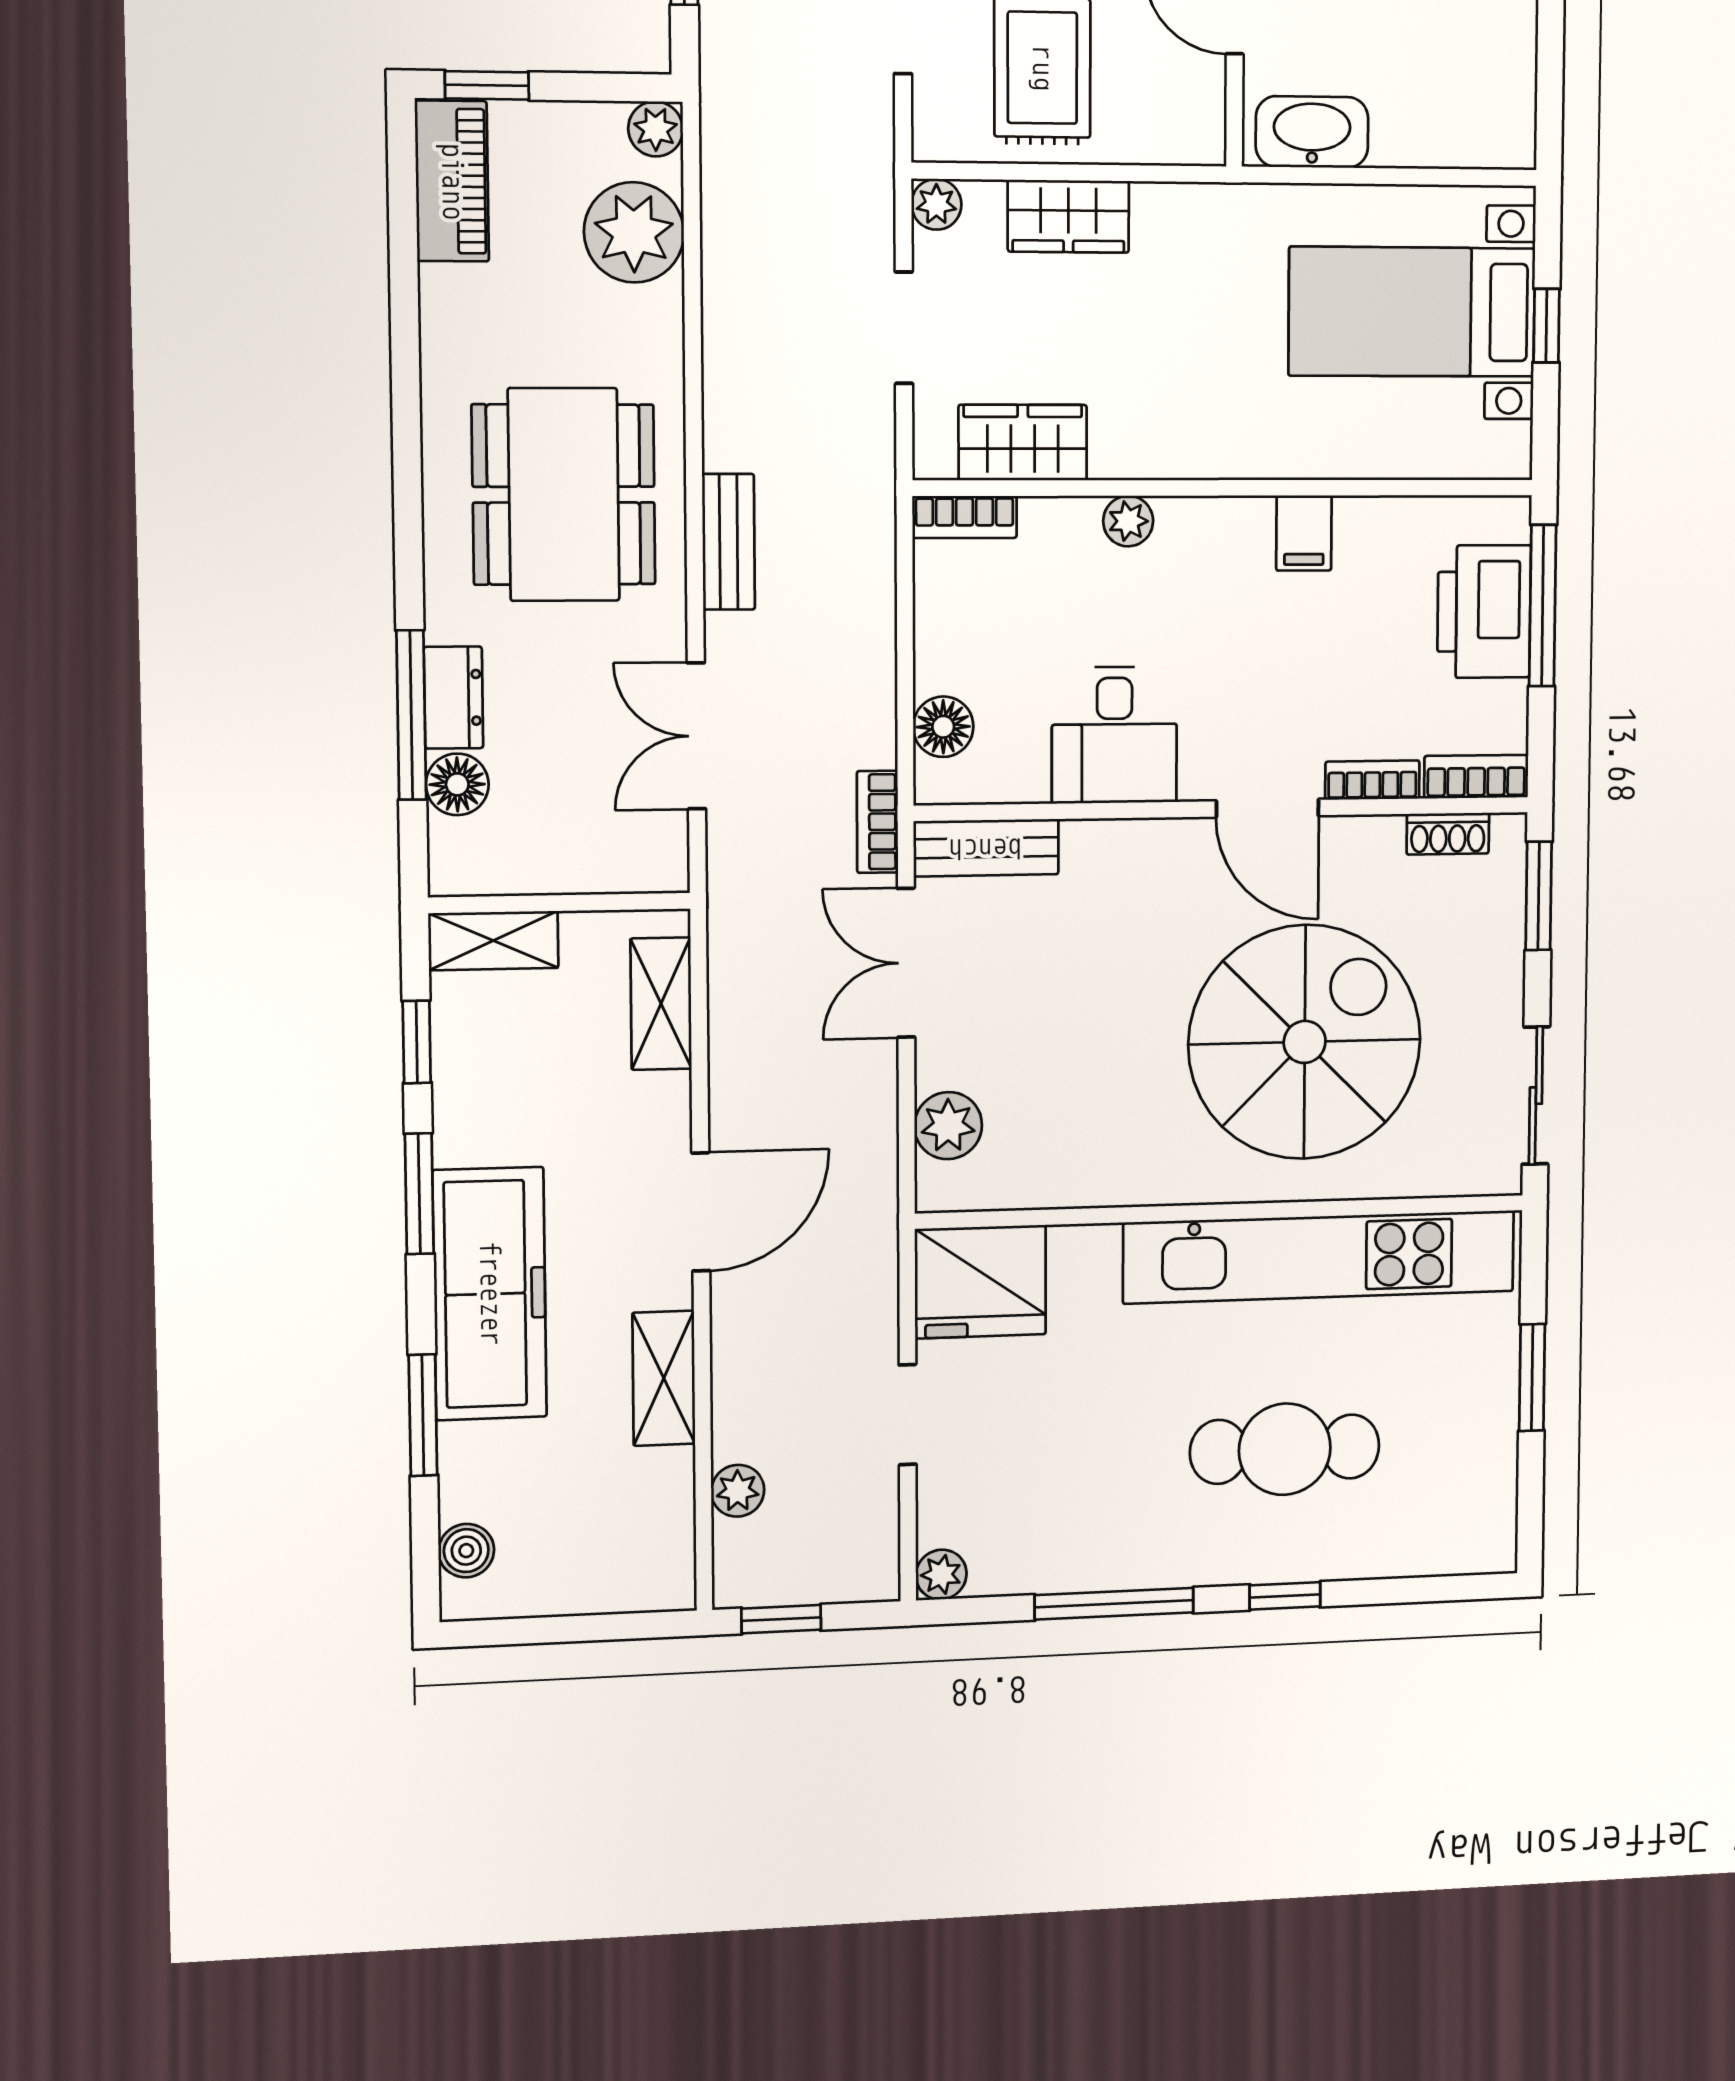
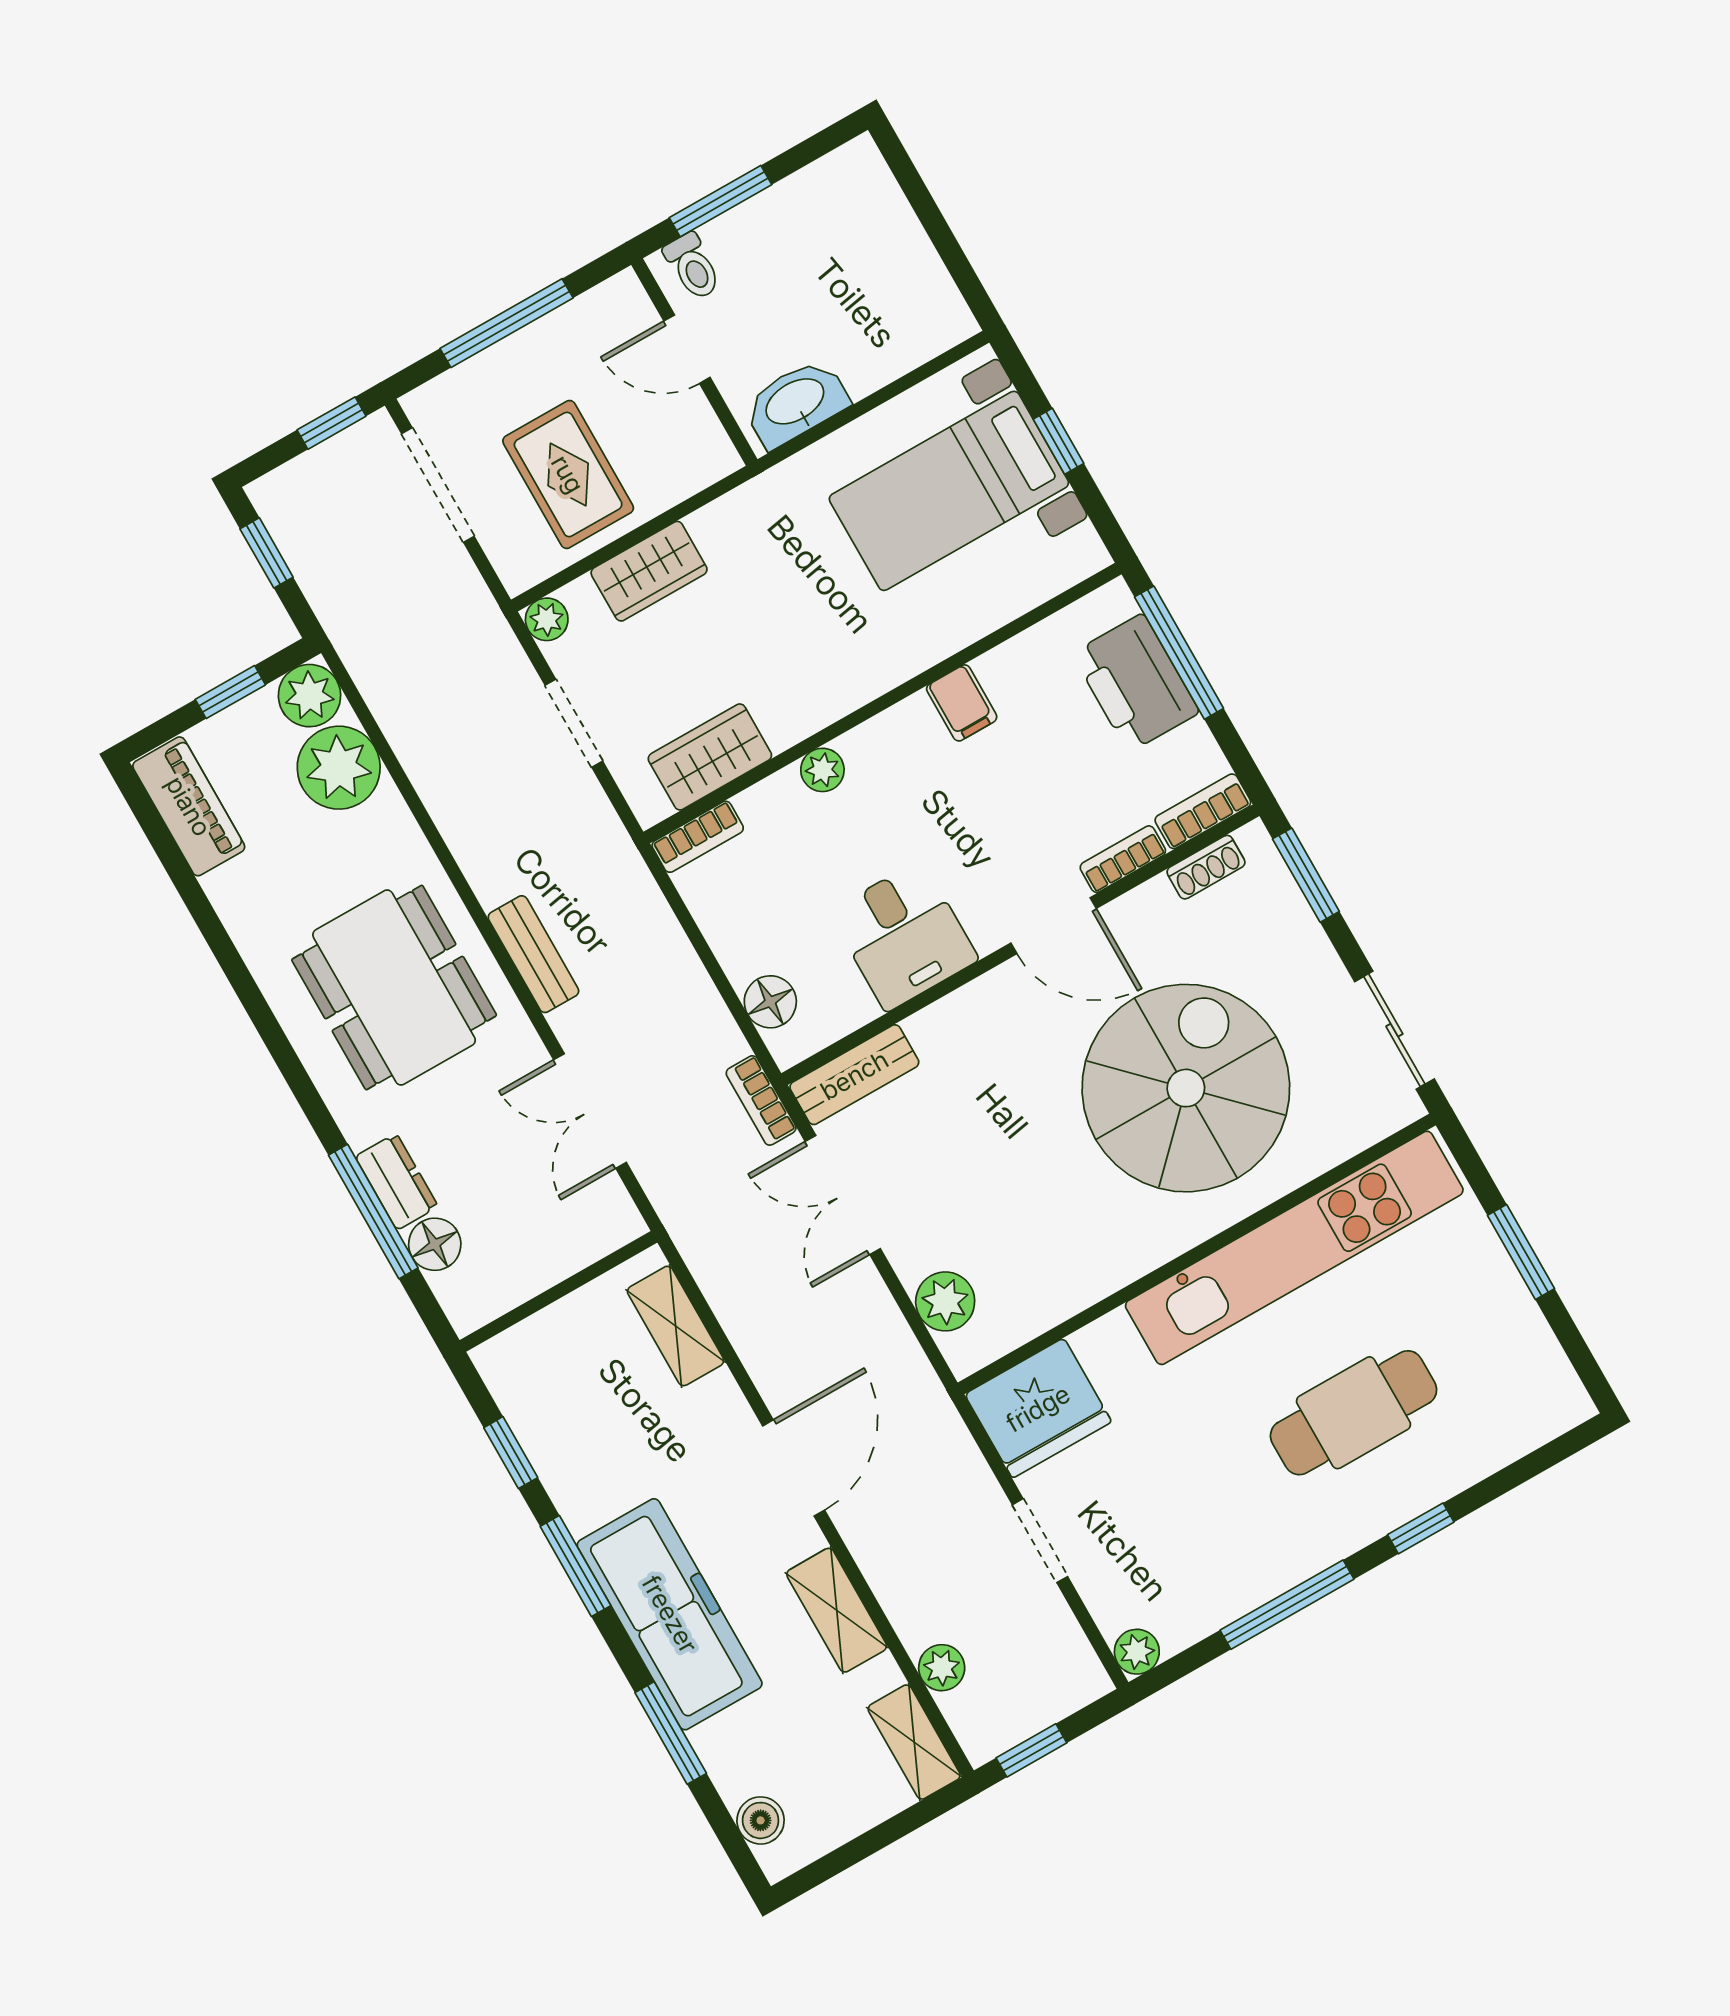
window: (487, 85) -> (230, 692), moved
plant: (656, 129) -> (310, 696), width x1.38, depth x1.38
shelving: (493, 941) -> (914, 1742), moved, turned 90

